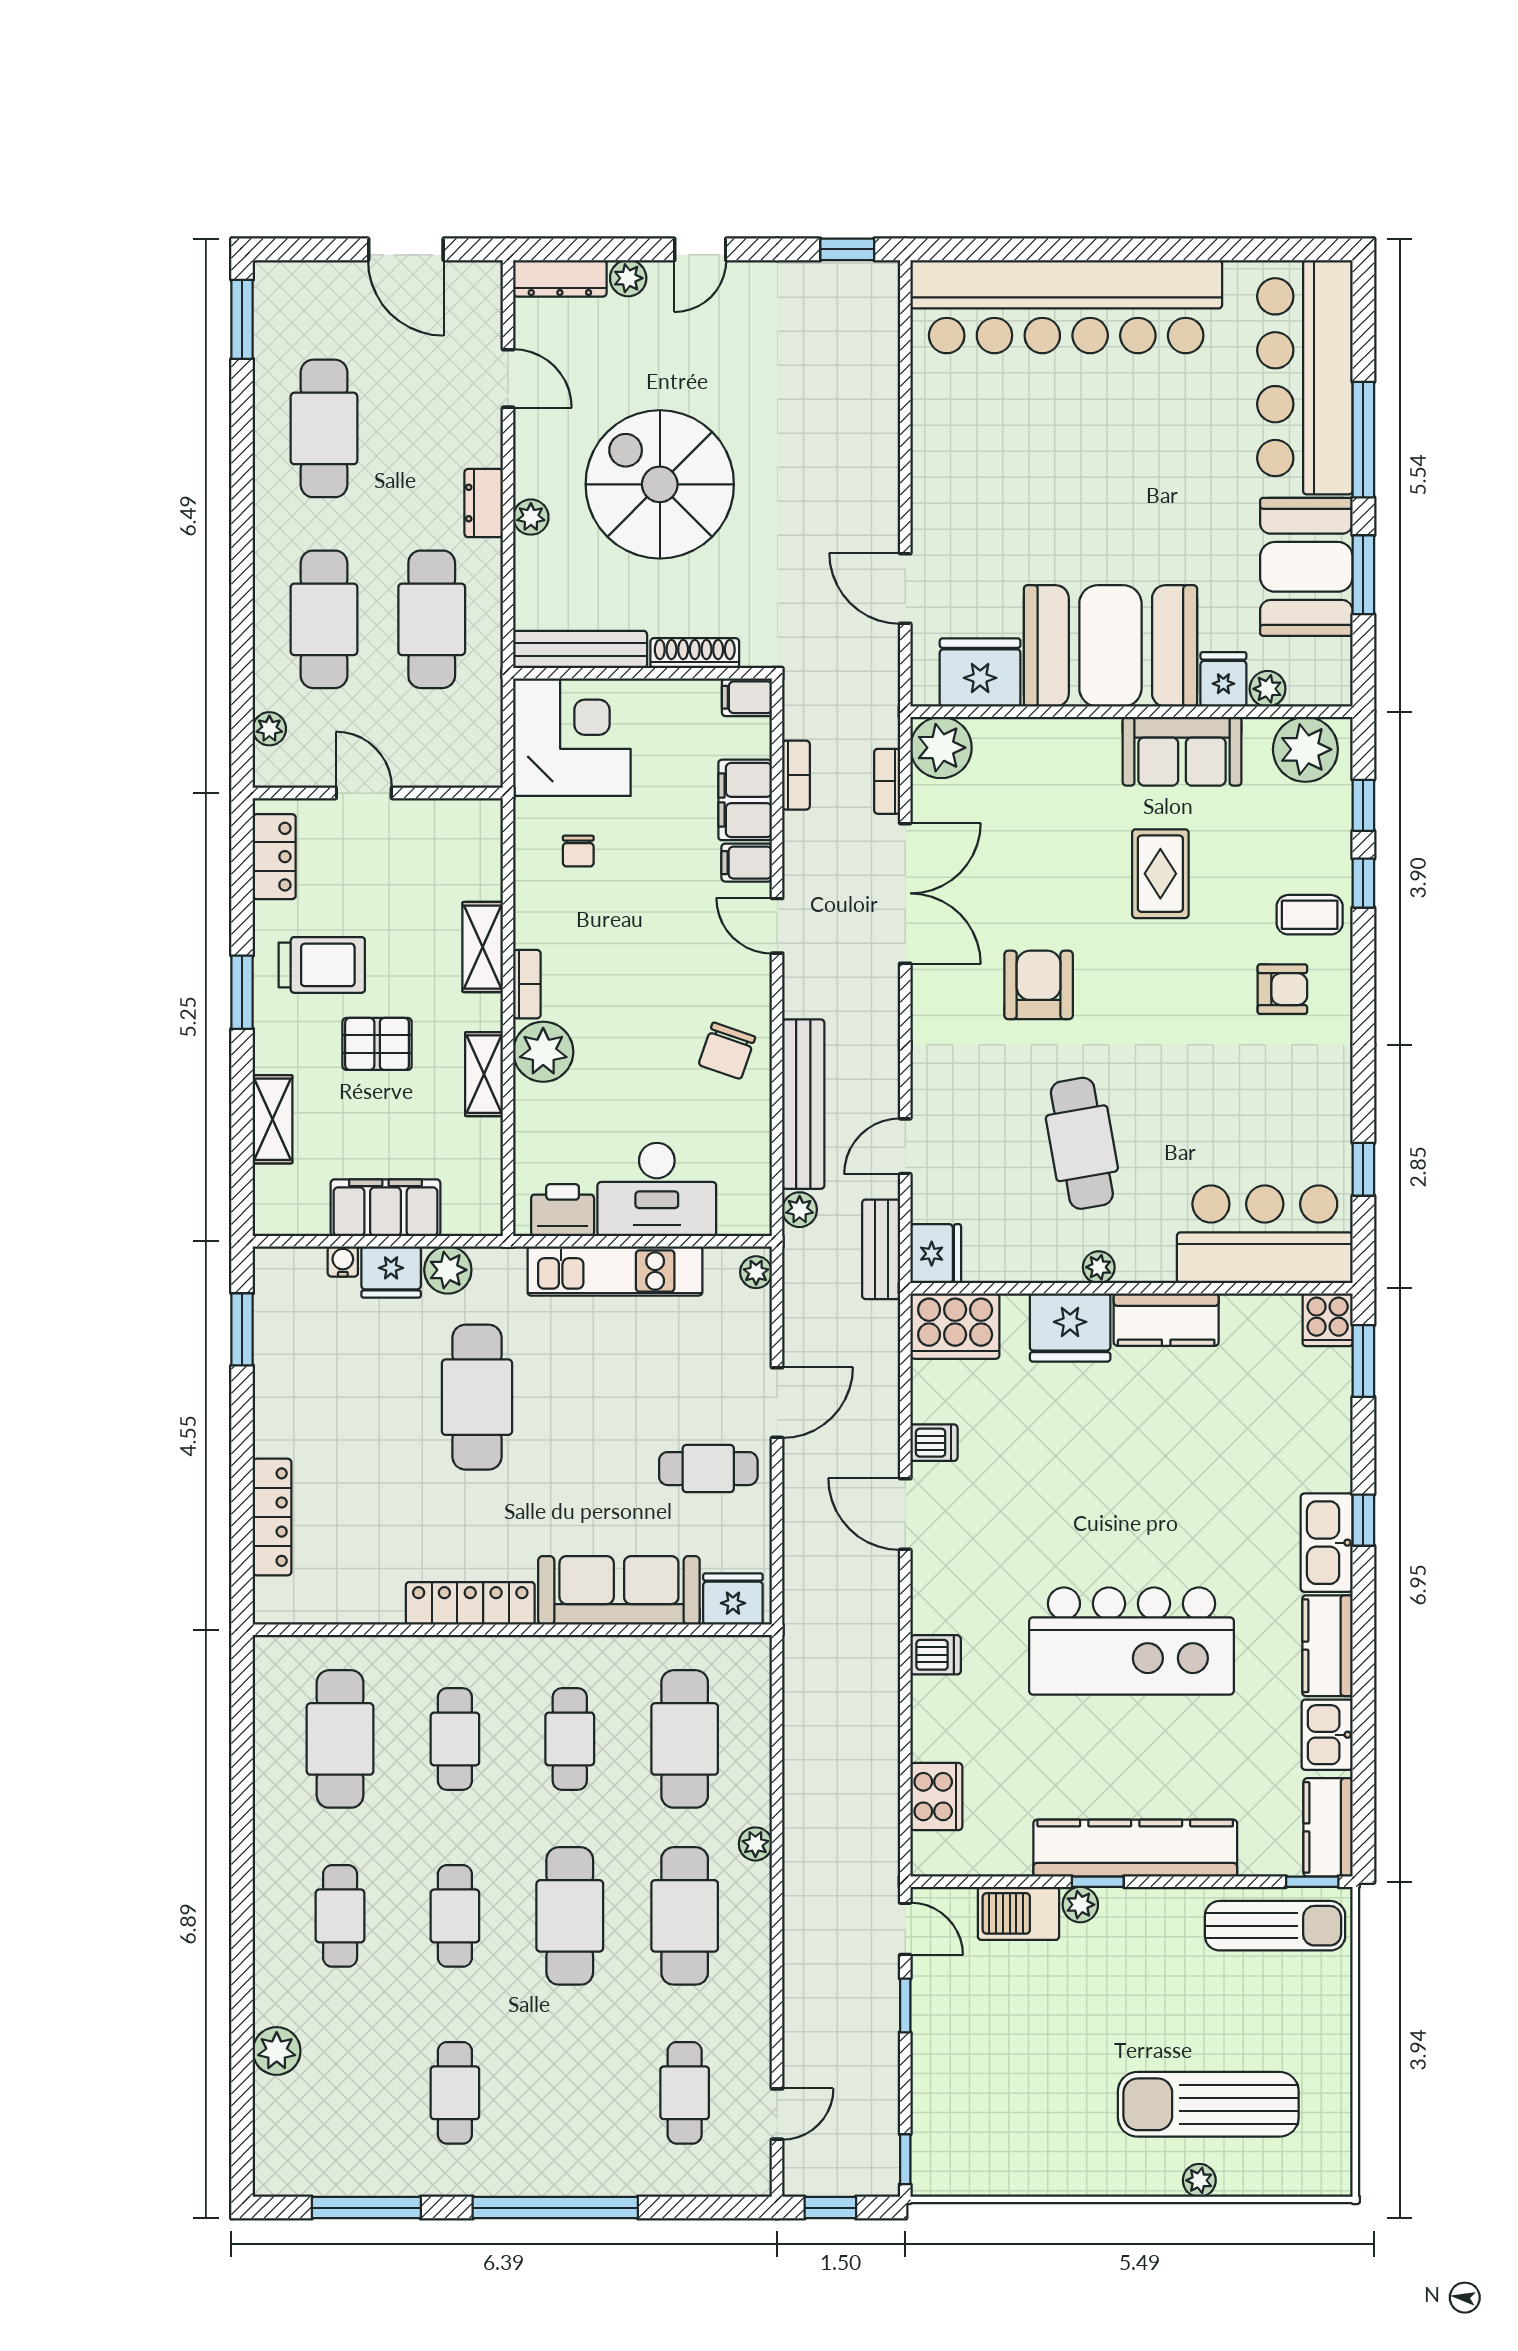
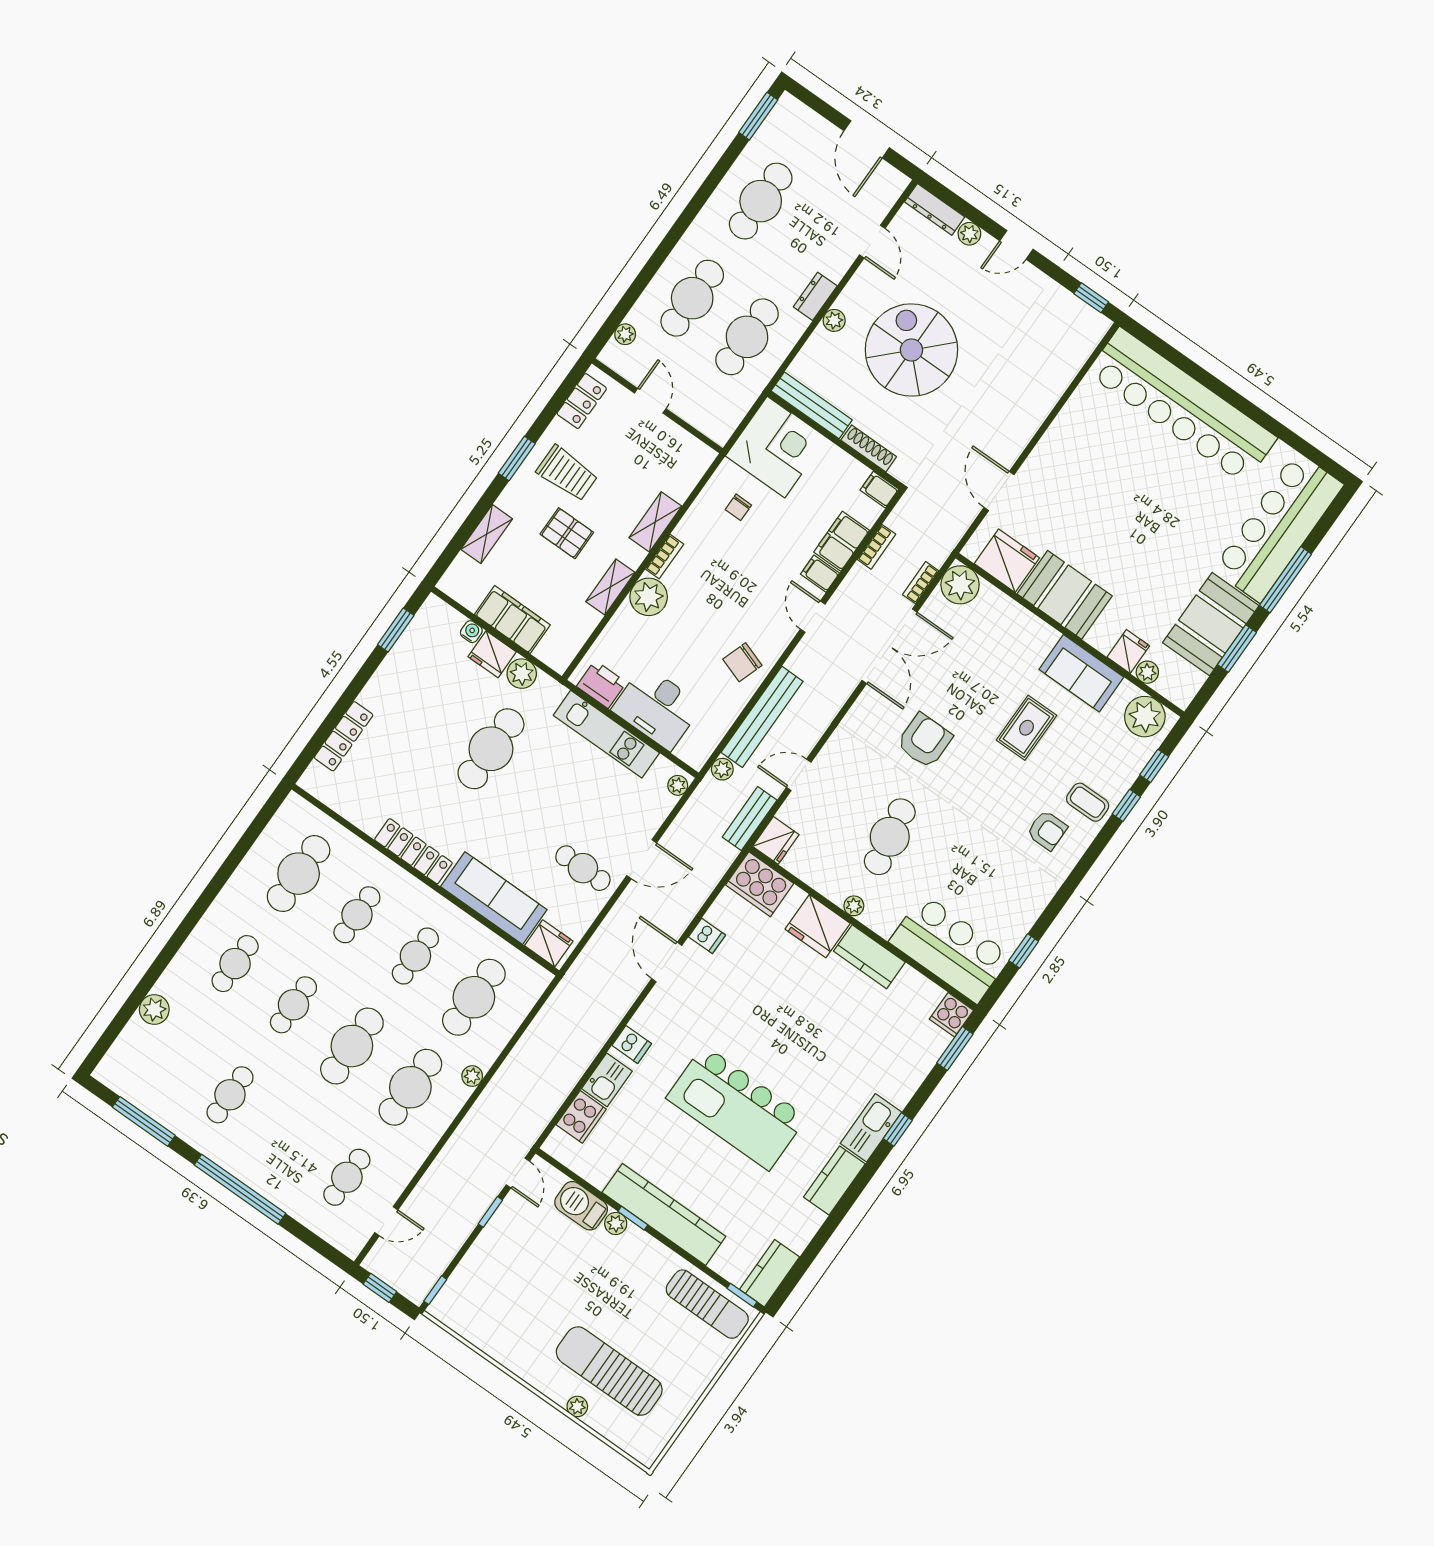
booth: (1110, 646) -> (1065, 595), width x0.73, depth x0.70
kitchen sink: (1327, 1735) -> (607, 1080), moved, turned 180

